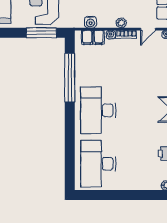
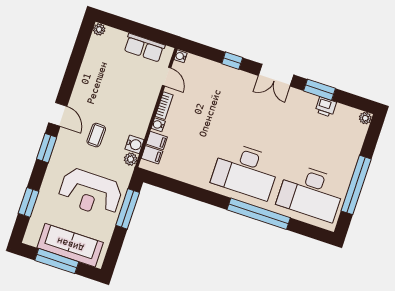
plant: (121, 23) -> (131, 159), moved
window: (70, 78) -> (259, 214), moved
window: (115, 195) -> (356, 185), added

